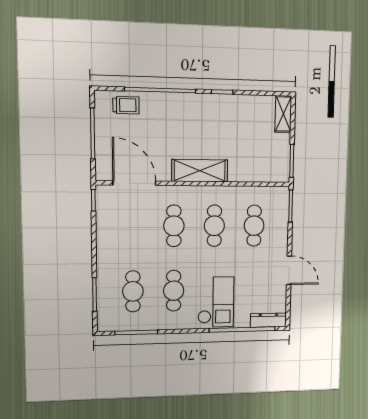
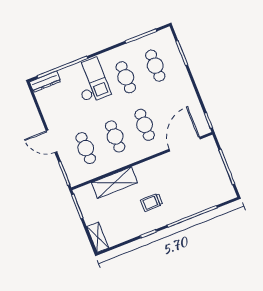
trolley: (126, 105) -> (152, 202), moved
shelving: (200, 171) -> (114, 183), moved
door: (134, 183) -> (185, 144), swing flipped
door: (289, 270) -> (51, 141), moved
checkout: (216, 302) -> (91, 81), turned 180

